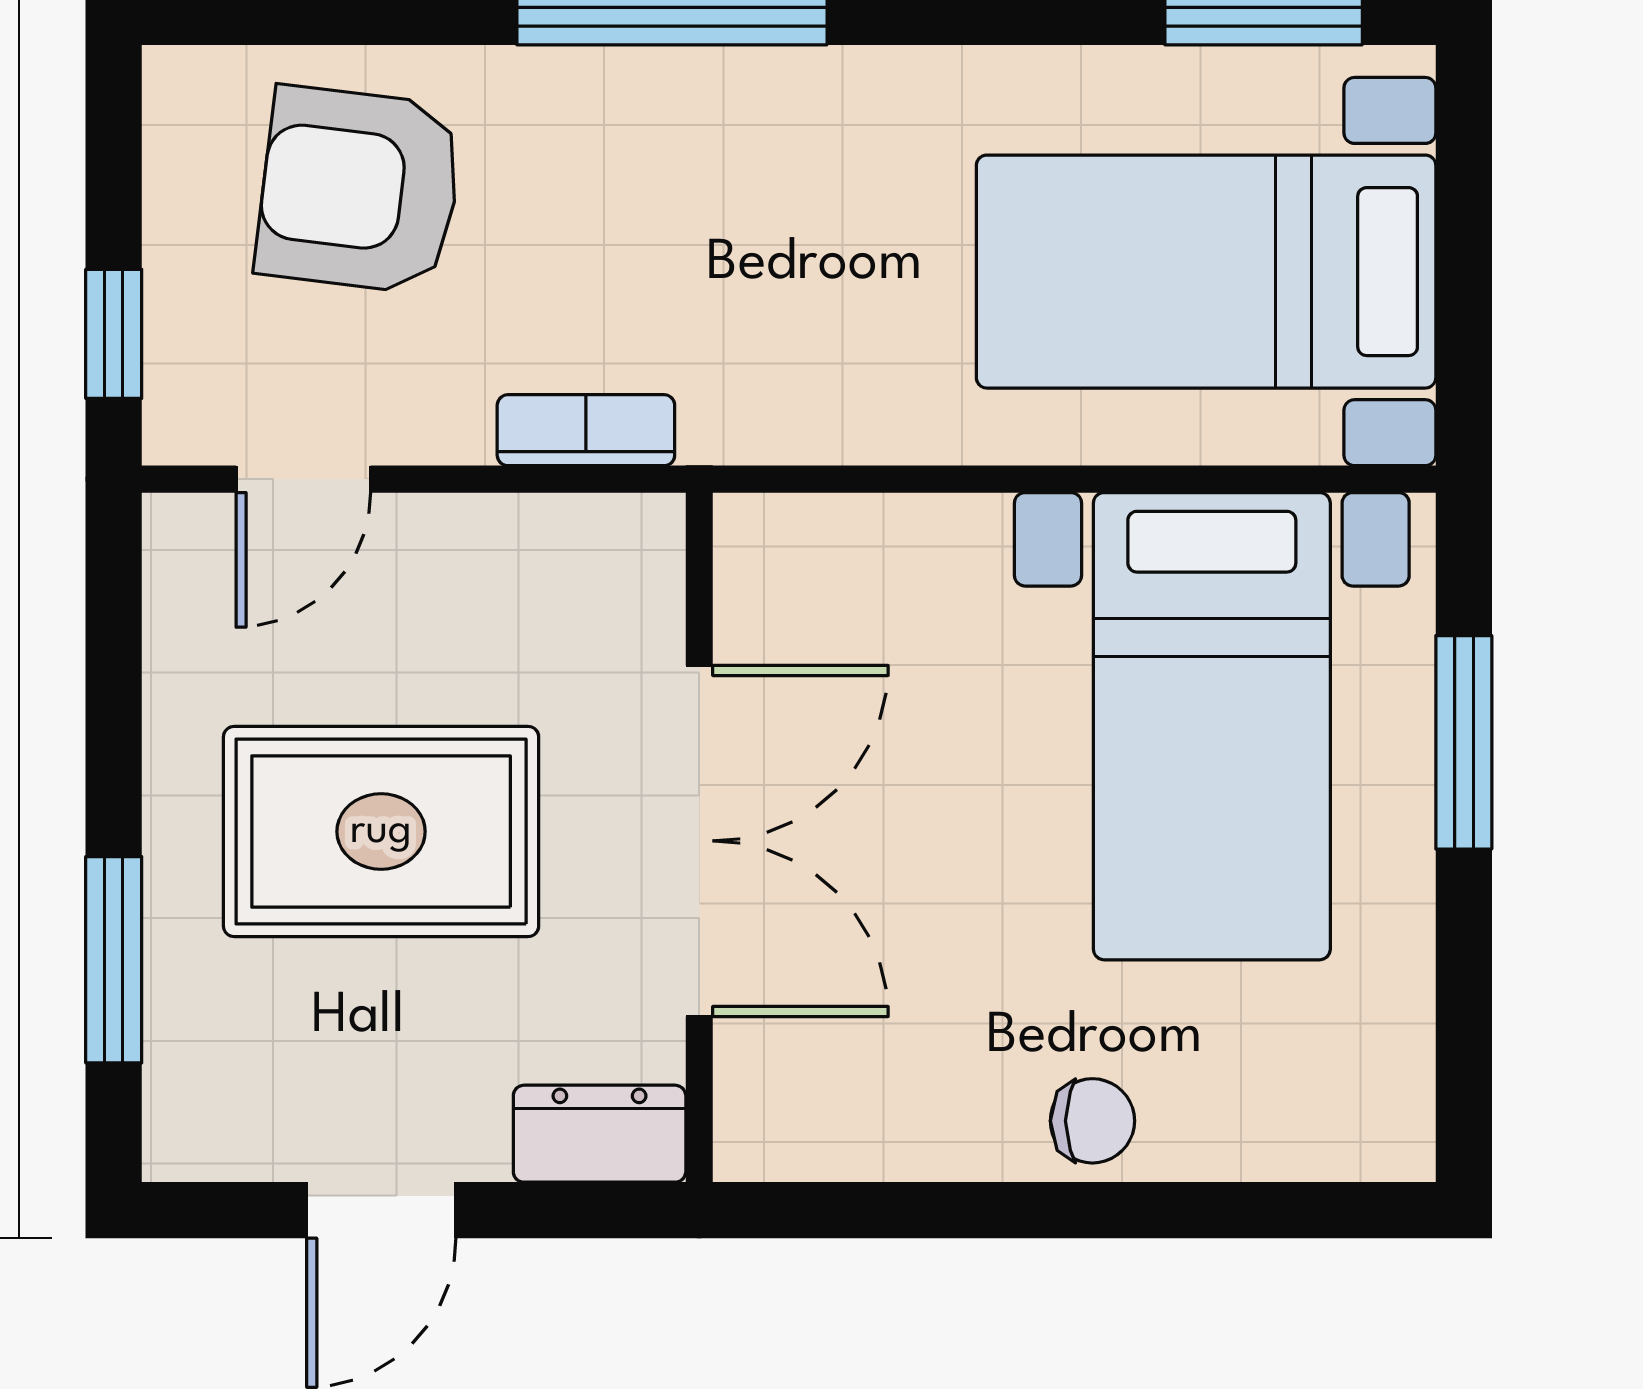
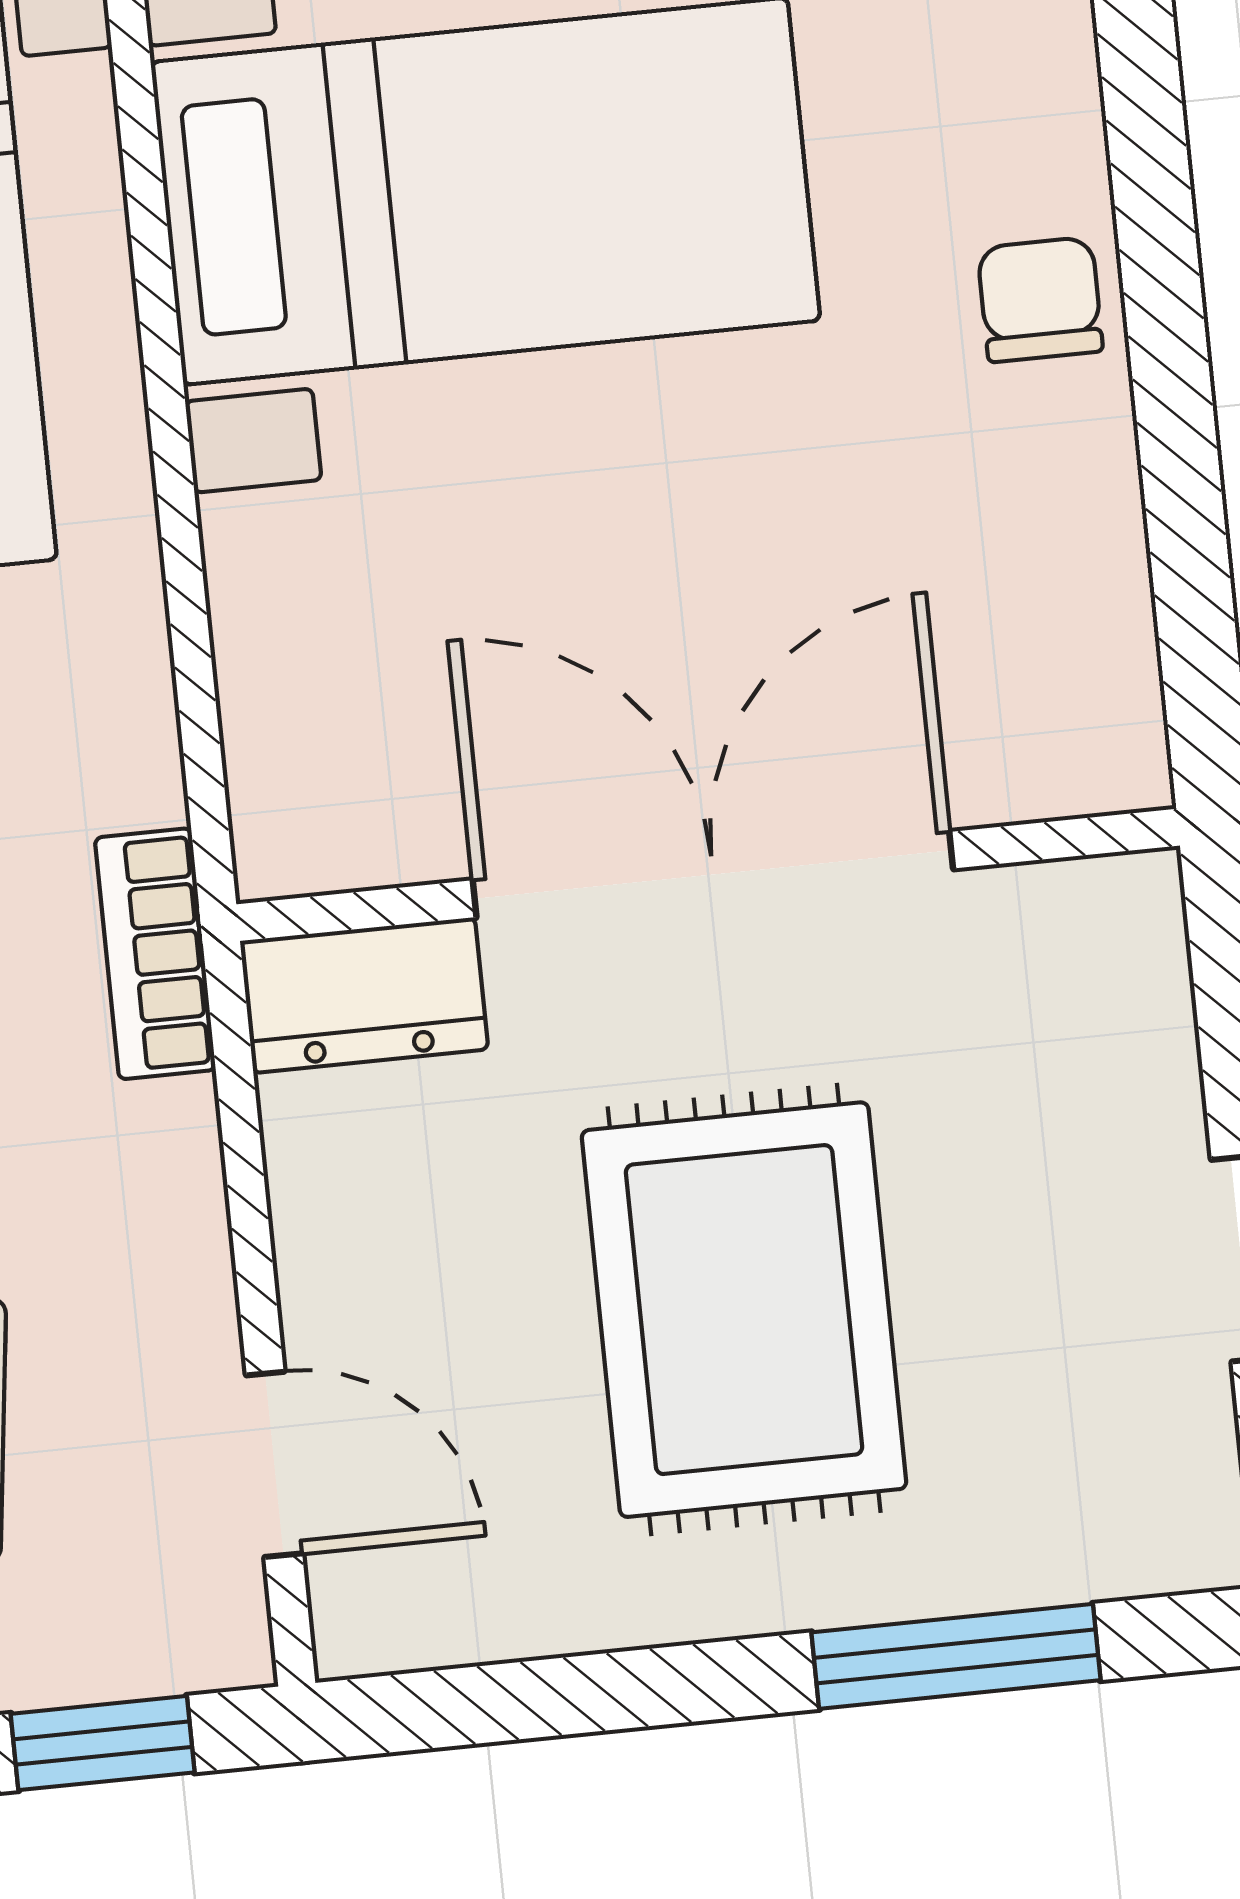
bookcase: (586, 430) -> (155, 954), moved
dresser: (600, 1134) -> (364, 995), moved, turned -90

